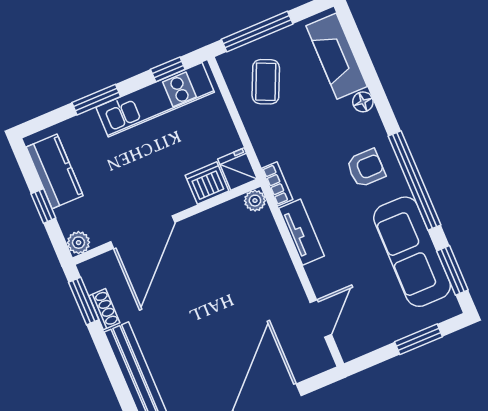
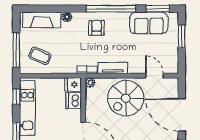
sofa: (412, 252) -> (149, 23), width x0.73
spiral stairs: (254, 282) -> (126, 98), added

